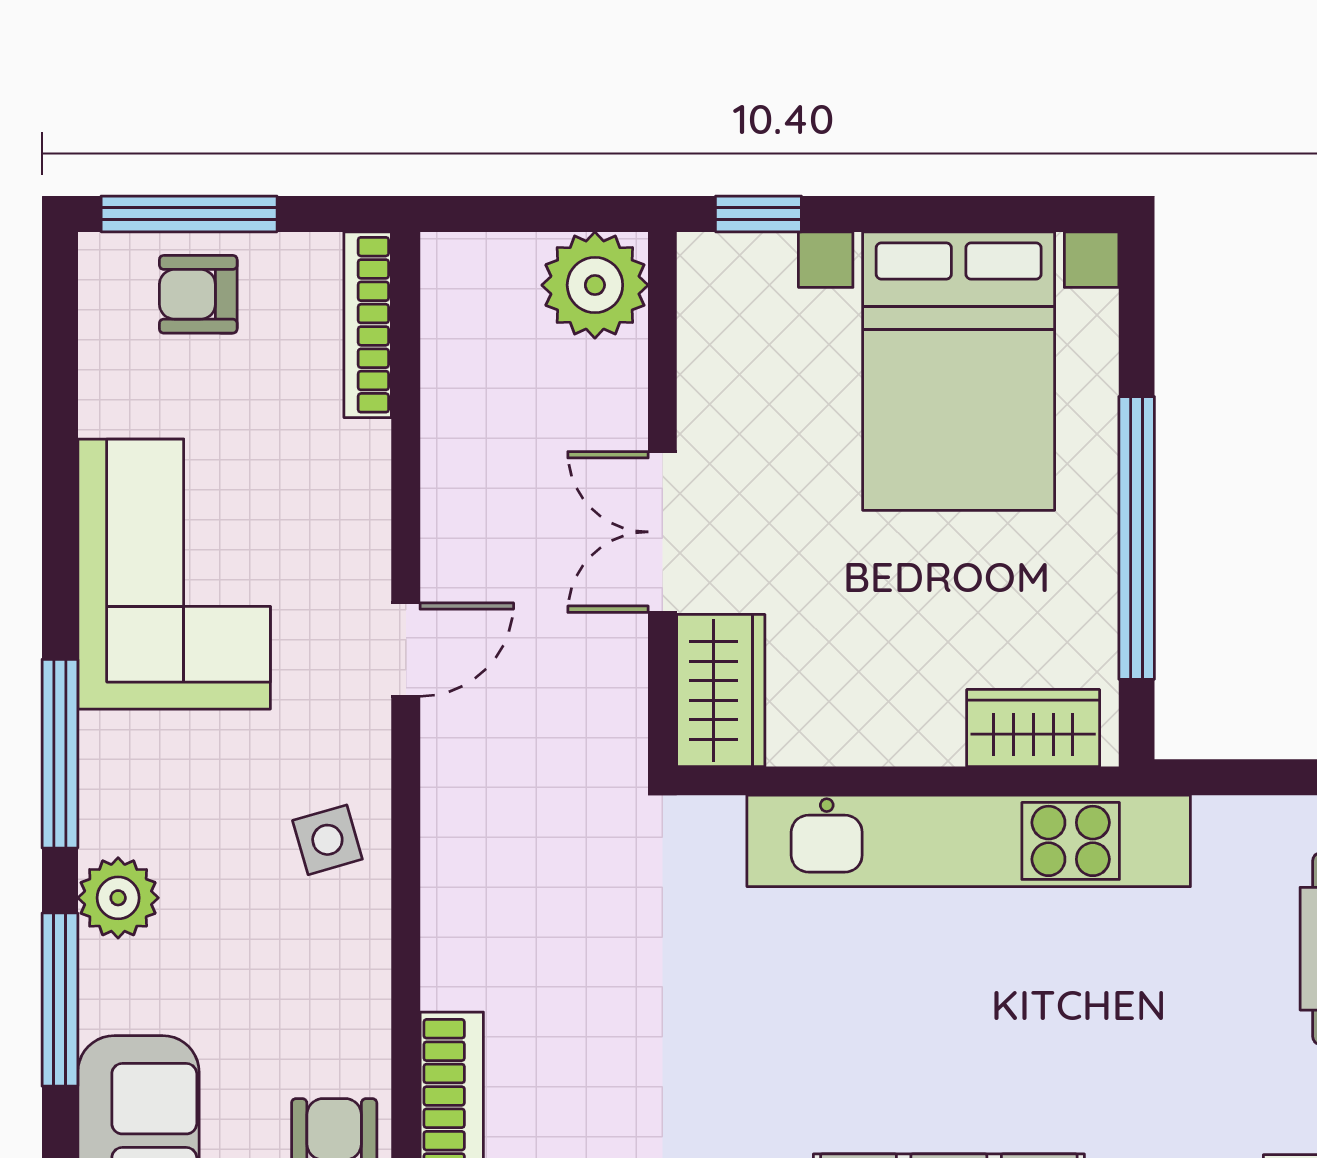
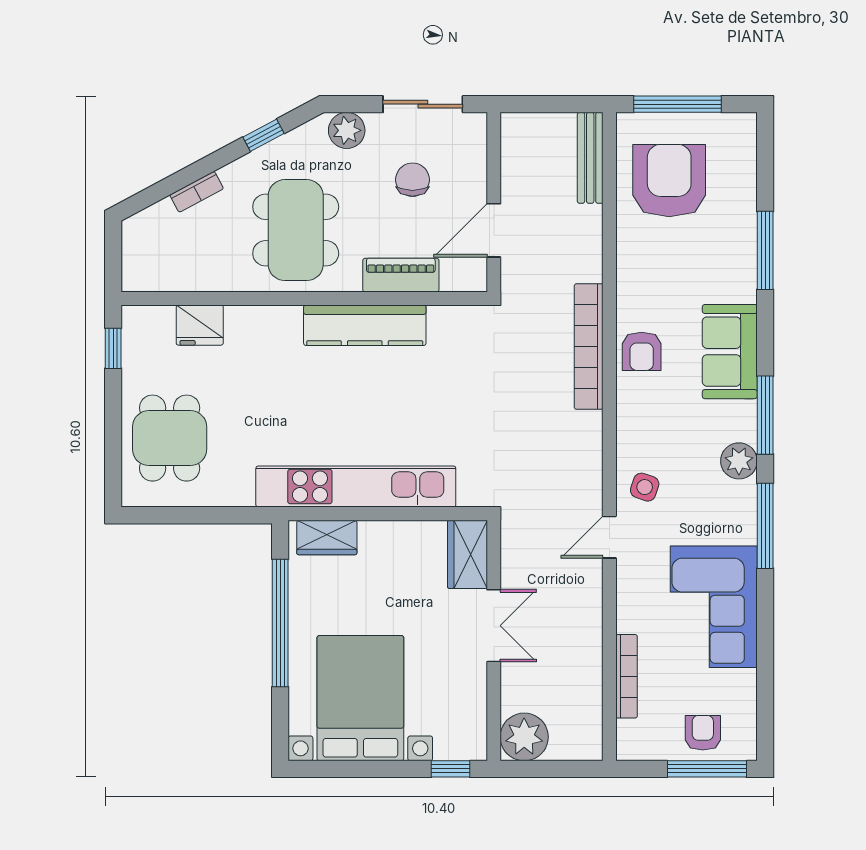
armchair: (198, 294) -> (703, 733), turned -90
bookcase: (368, 325) -> (627, 676), moved
door: (406, 650) -> (609, 537), moved
side table: (327, 840) -> (645, 487), turned 35

